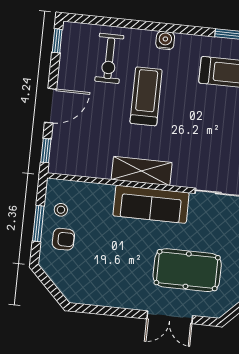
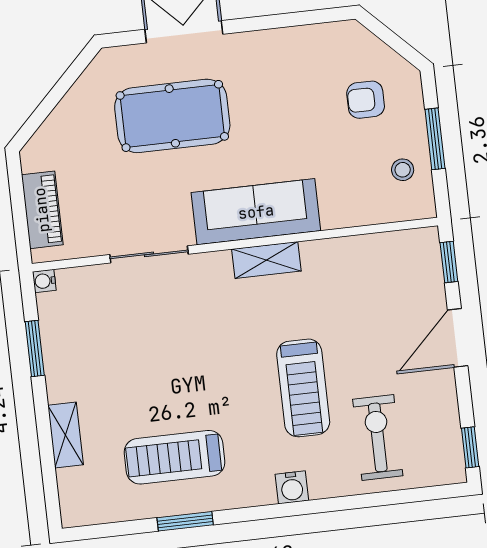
shelving: (142, 171) -> (266, 260), width x0.67, depth x0.75
armchair: (63, 239) -> (366, 100), moved

